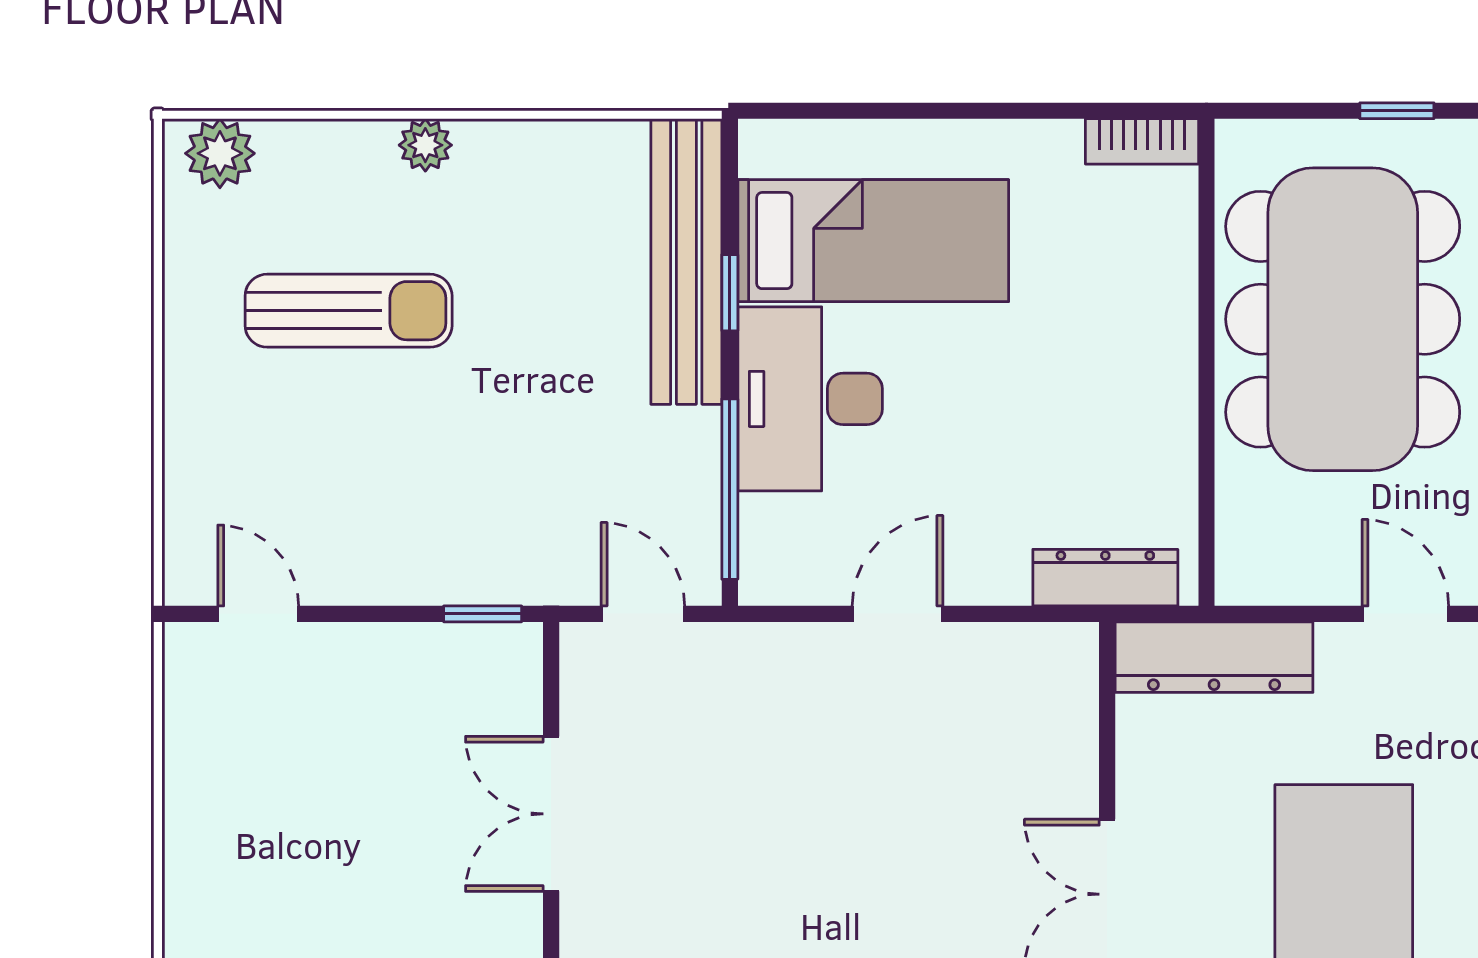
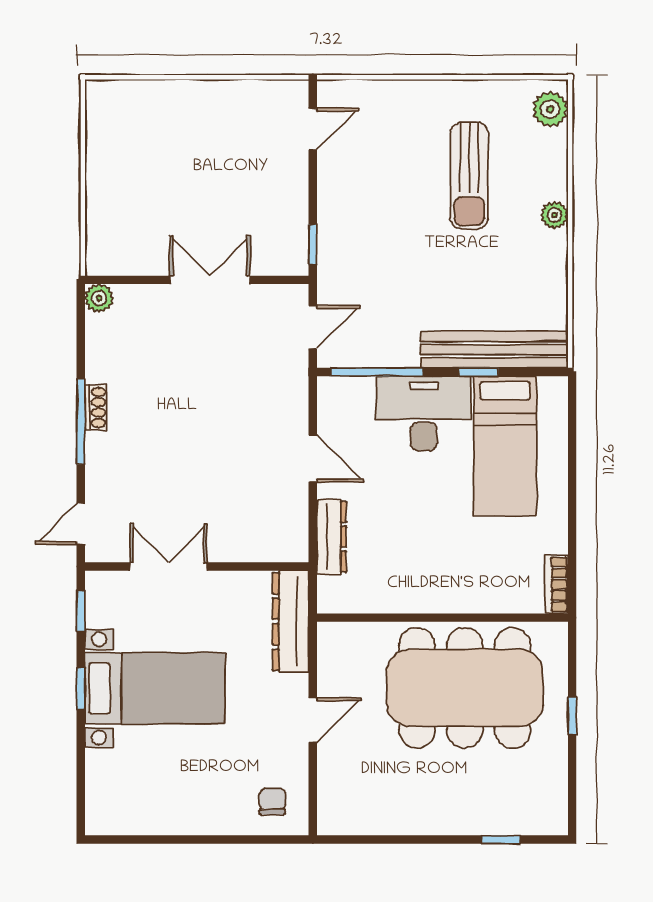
dresser: (1105, 578) -> (332, 537), moved

